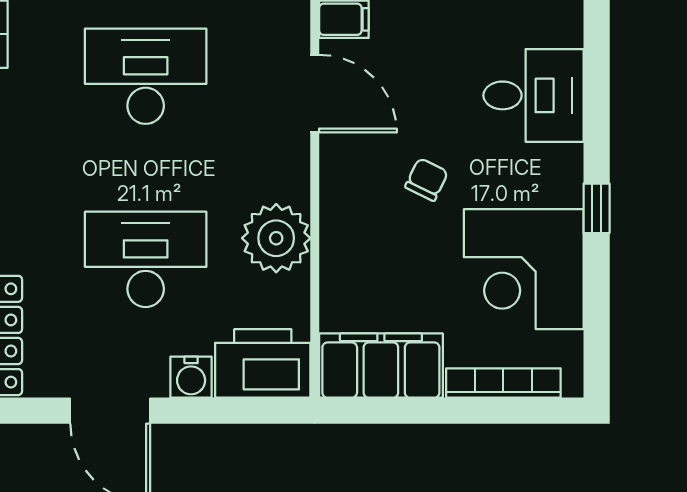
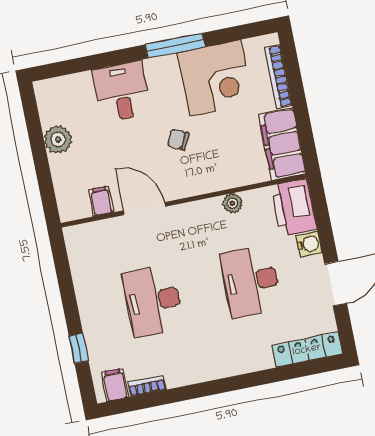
door: (315, 94) -> (144, 209), hinge flipped
window: (597, 208) -> (175, 46), width x2.17
plant: (276, 238) -> (232, 203), width x0.53, depth x0.53

